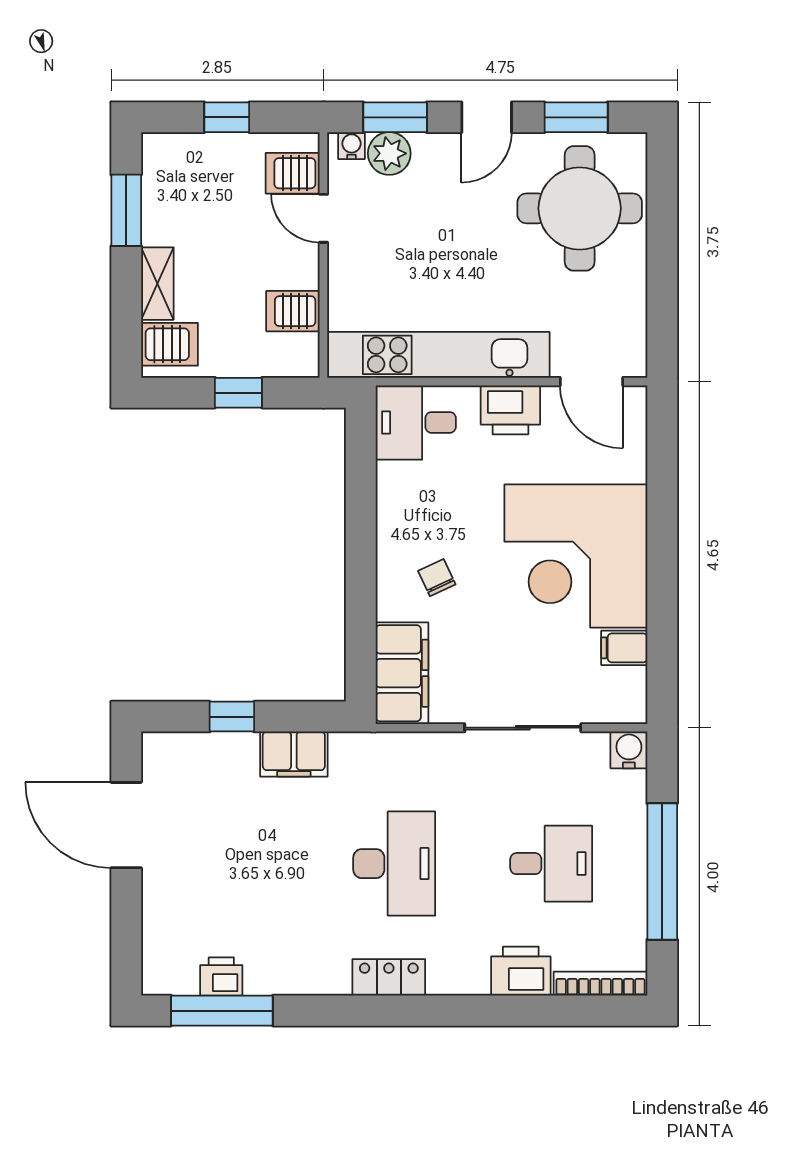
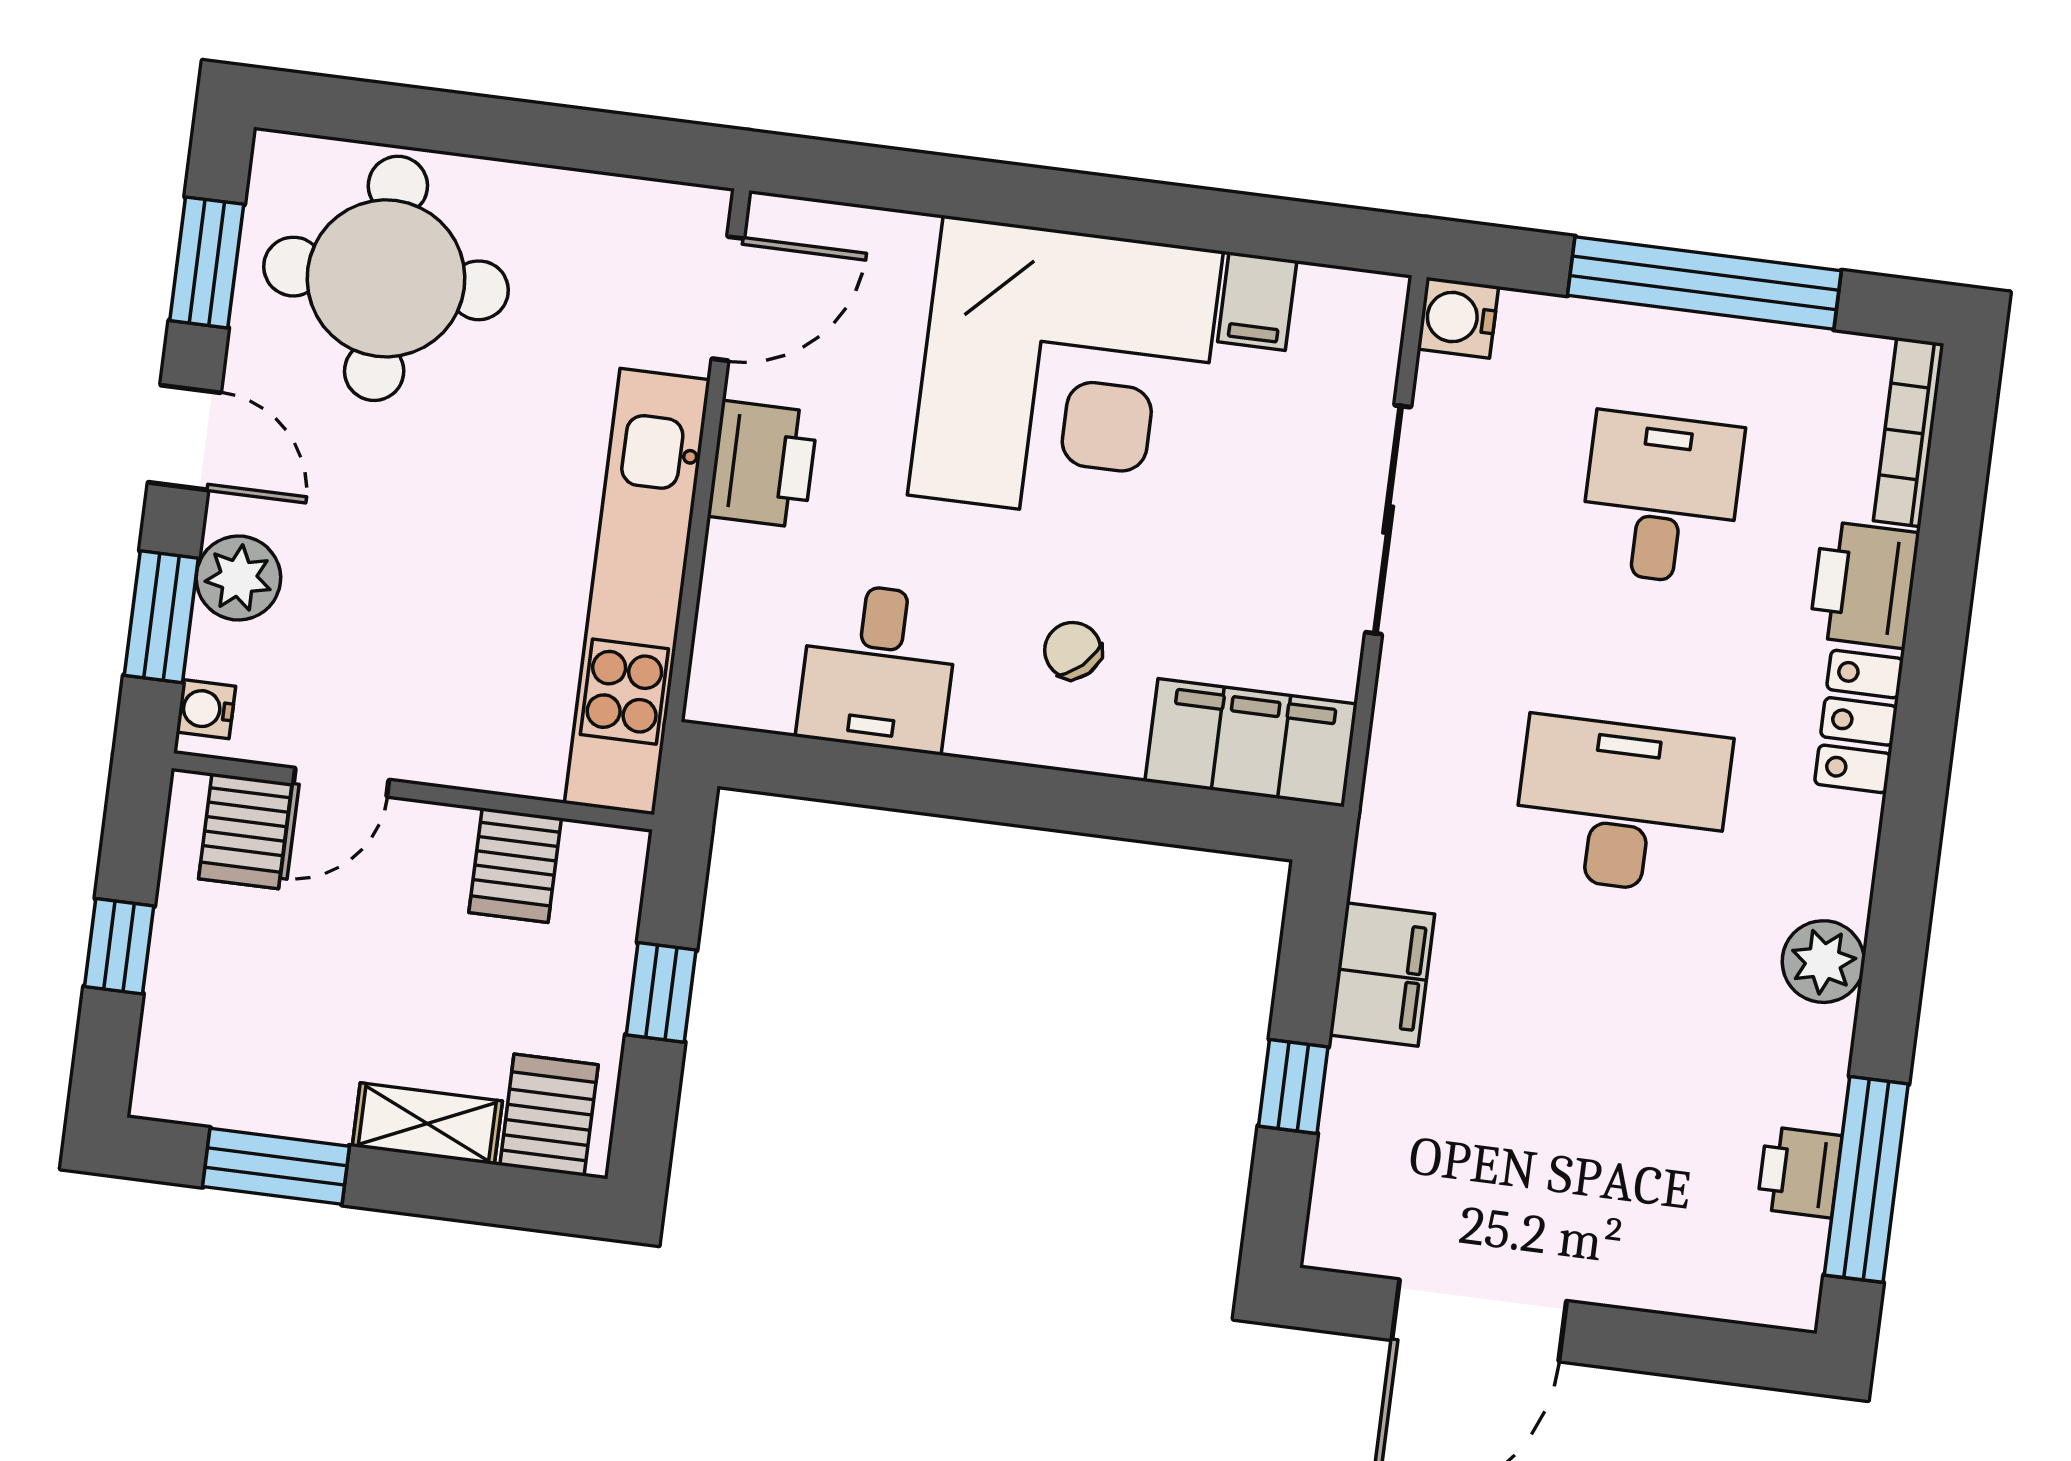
plant: (389, 153) -> (238, 578), moved
desk: (416, 422) -> (878, 668), moved
chair: (437, 578) -> (1073, 650), turned 72
plant: (329, 975) -> (1823, 962), added
locker: (389, 977) -> (1859, 721), moved

